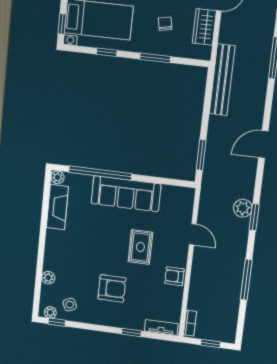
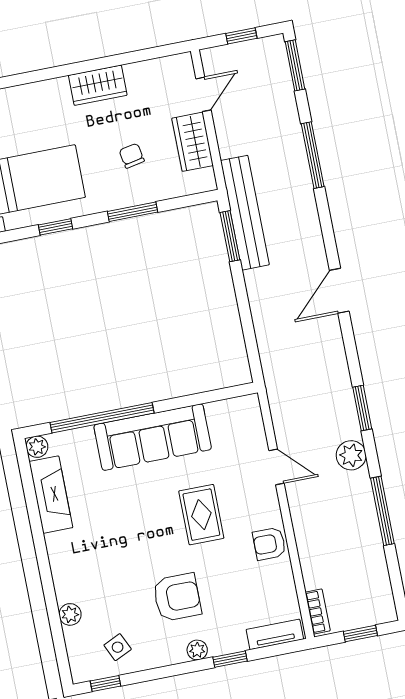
window: (201, 155) -> (230, 236), moved
plant: (243, 208) -> (351, 455), moved
plant: (50, 312) -> (197, 650), moved

